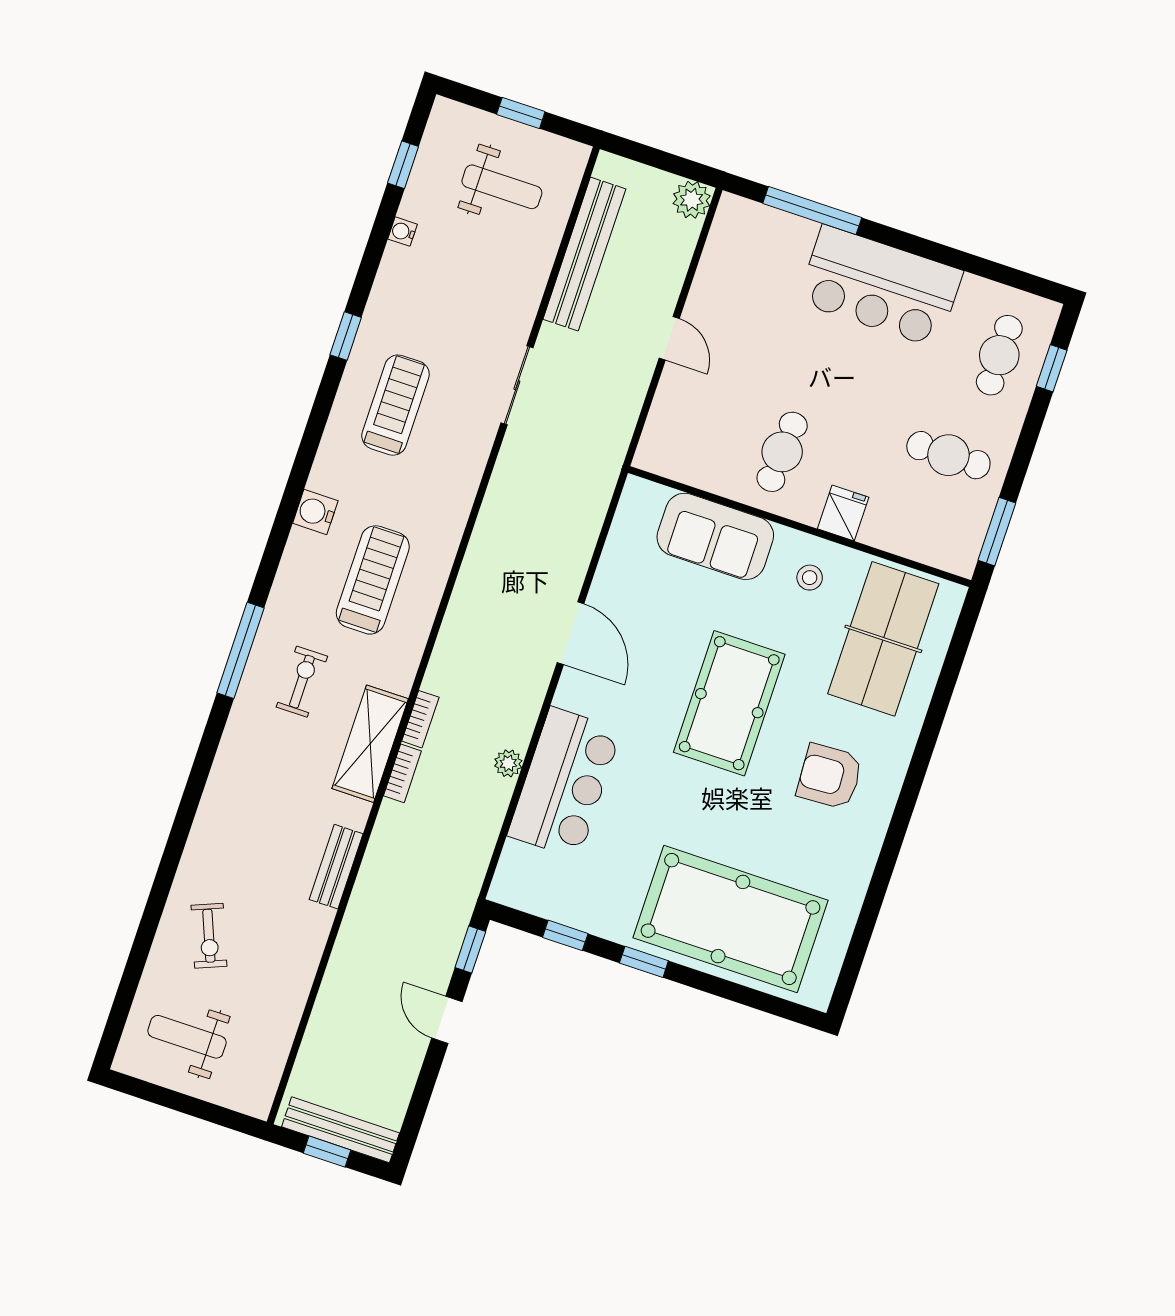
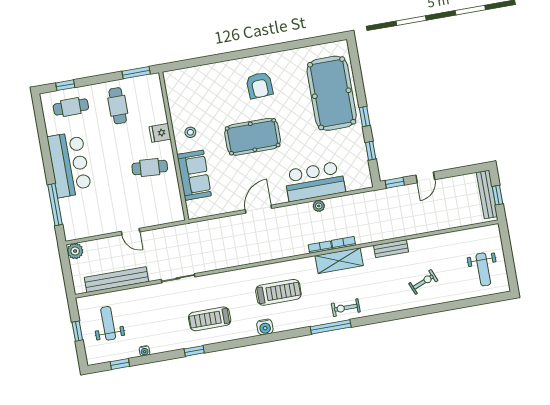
door: (669, 338) -> (130, 232), swing flipped
treadmill: (373, 580) -> (278, 292), turned 180
table tennis table: (883, 639) -> (198, 93), removed
exercise bike: (302, 682) -> (346, 308), moved
exercise bike: (209, 936) -> (423, 282), moved

